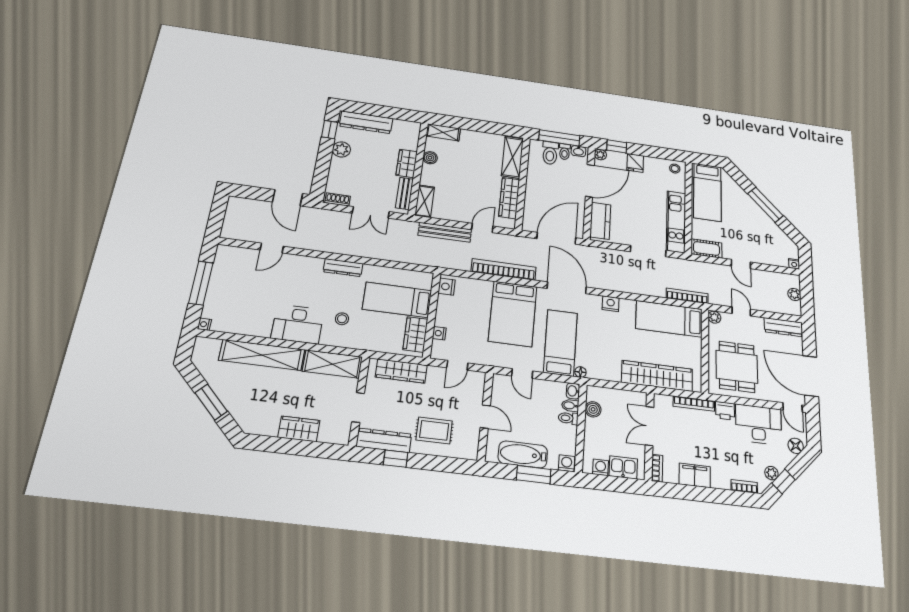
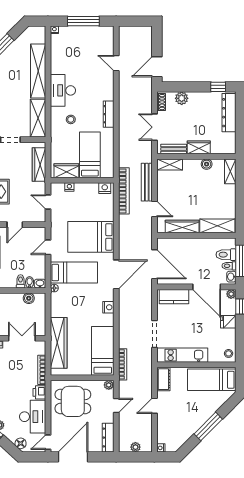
plant: (341, 149) -> (182, 98), moved
bookcase: (504, 269) -> (124, 191), moved

